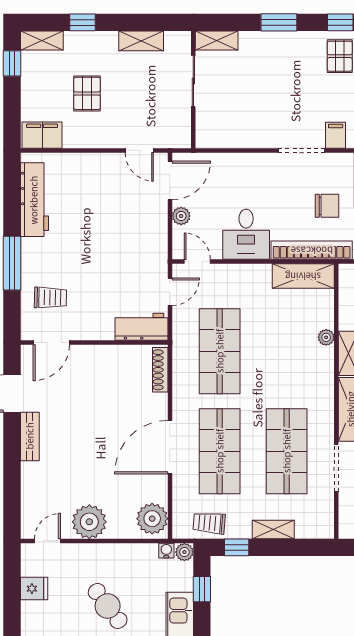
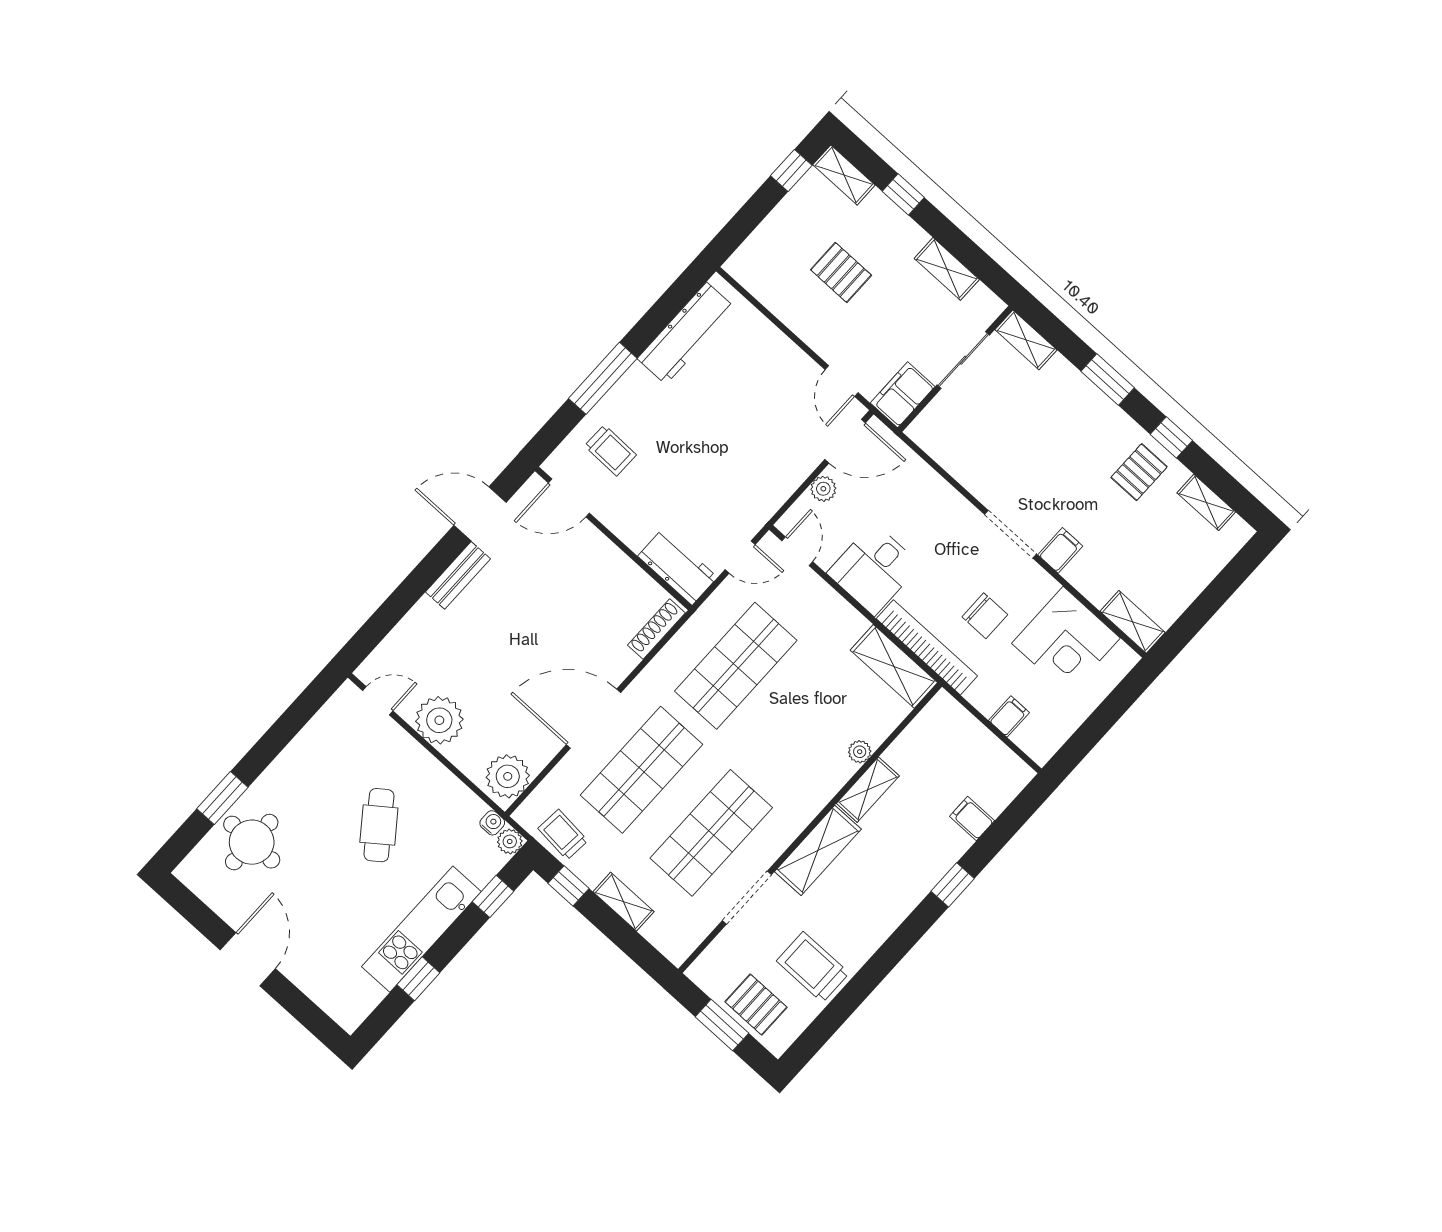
pallet: (87, 93) -> (841, 272), turned 90
filing cabinet: (42, 135) -> (903, 395), moved, turned -90
fridge: (34, 589) -> (319, 738), removed

